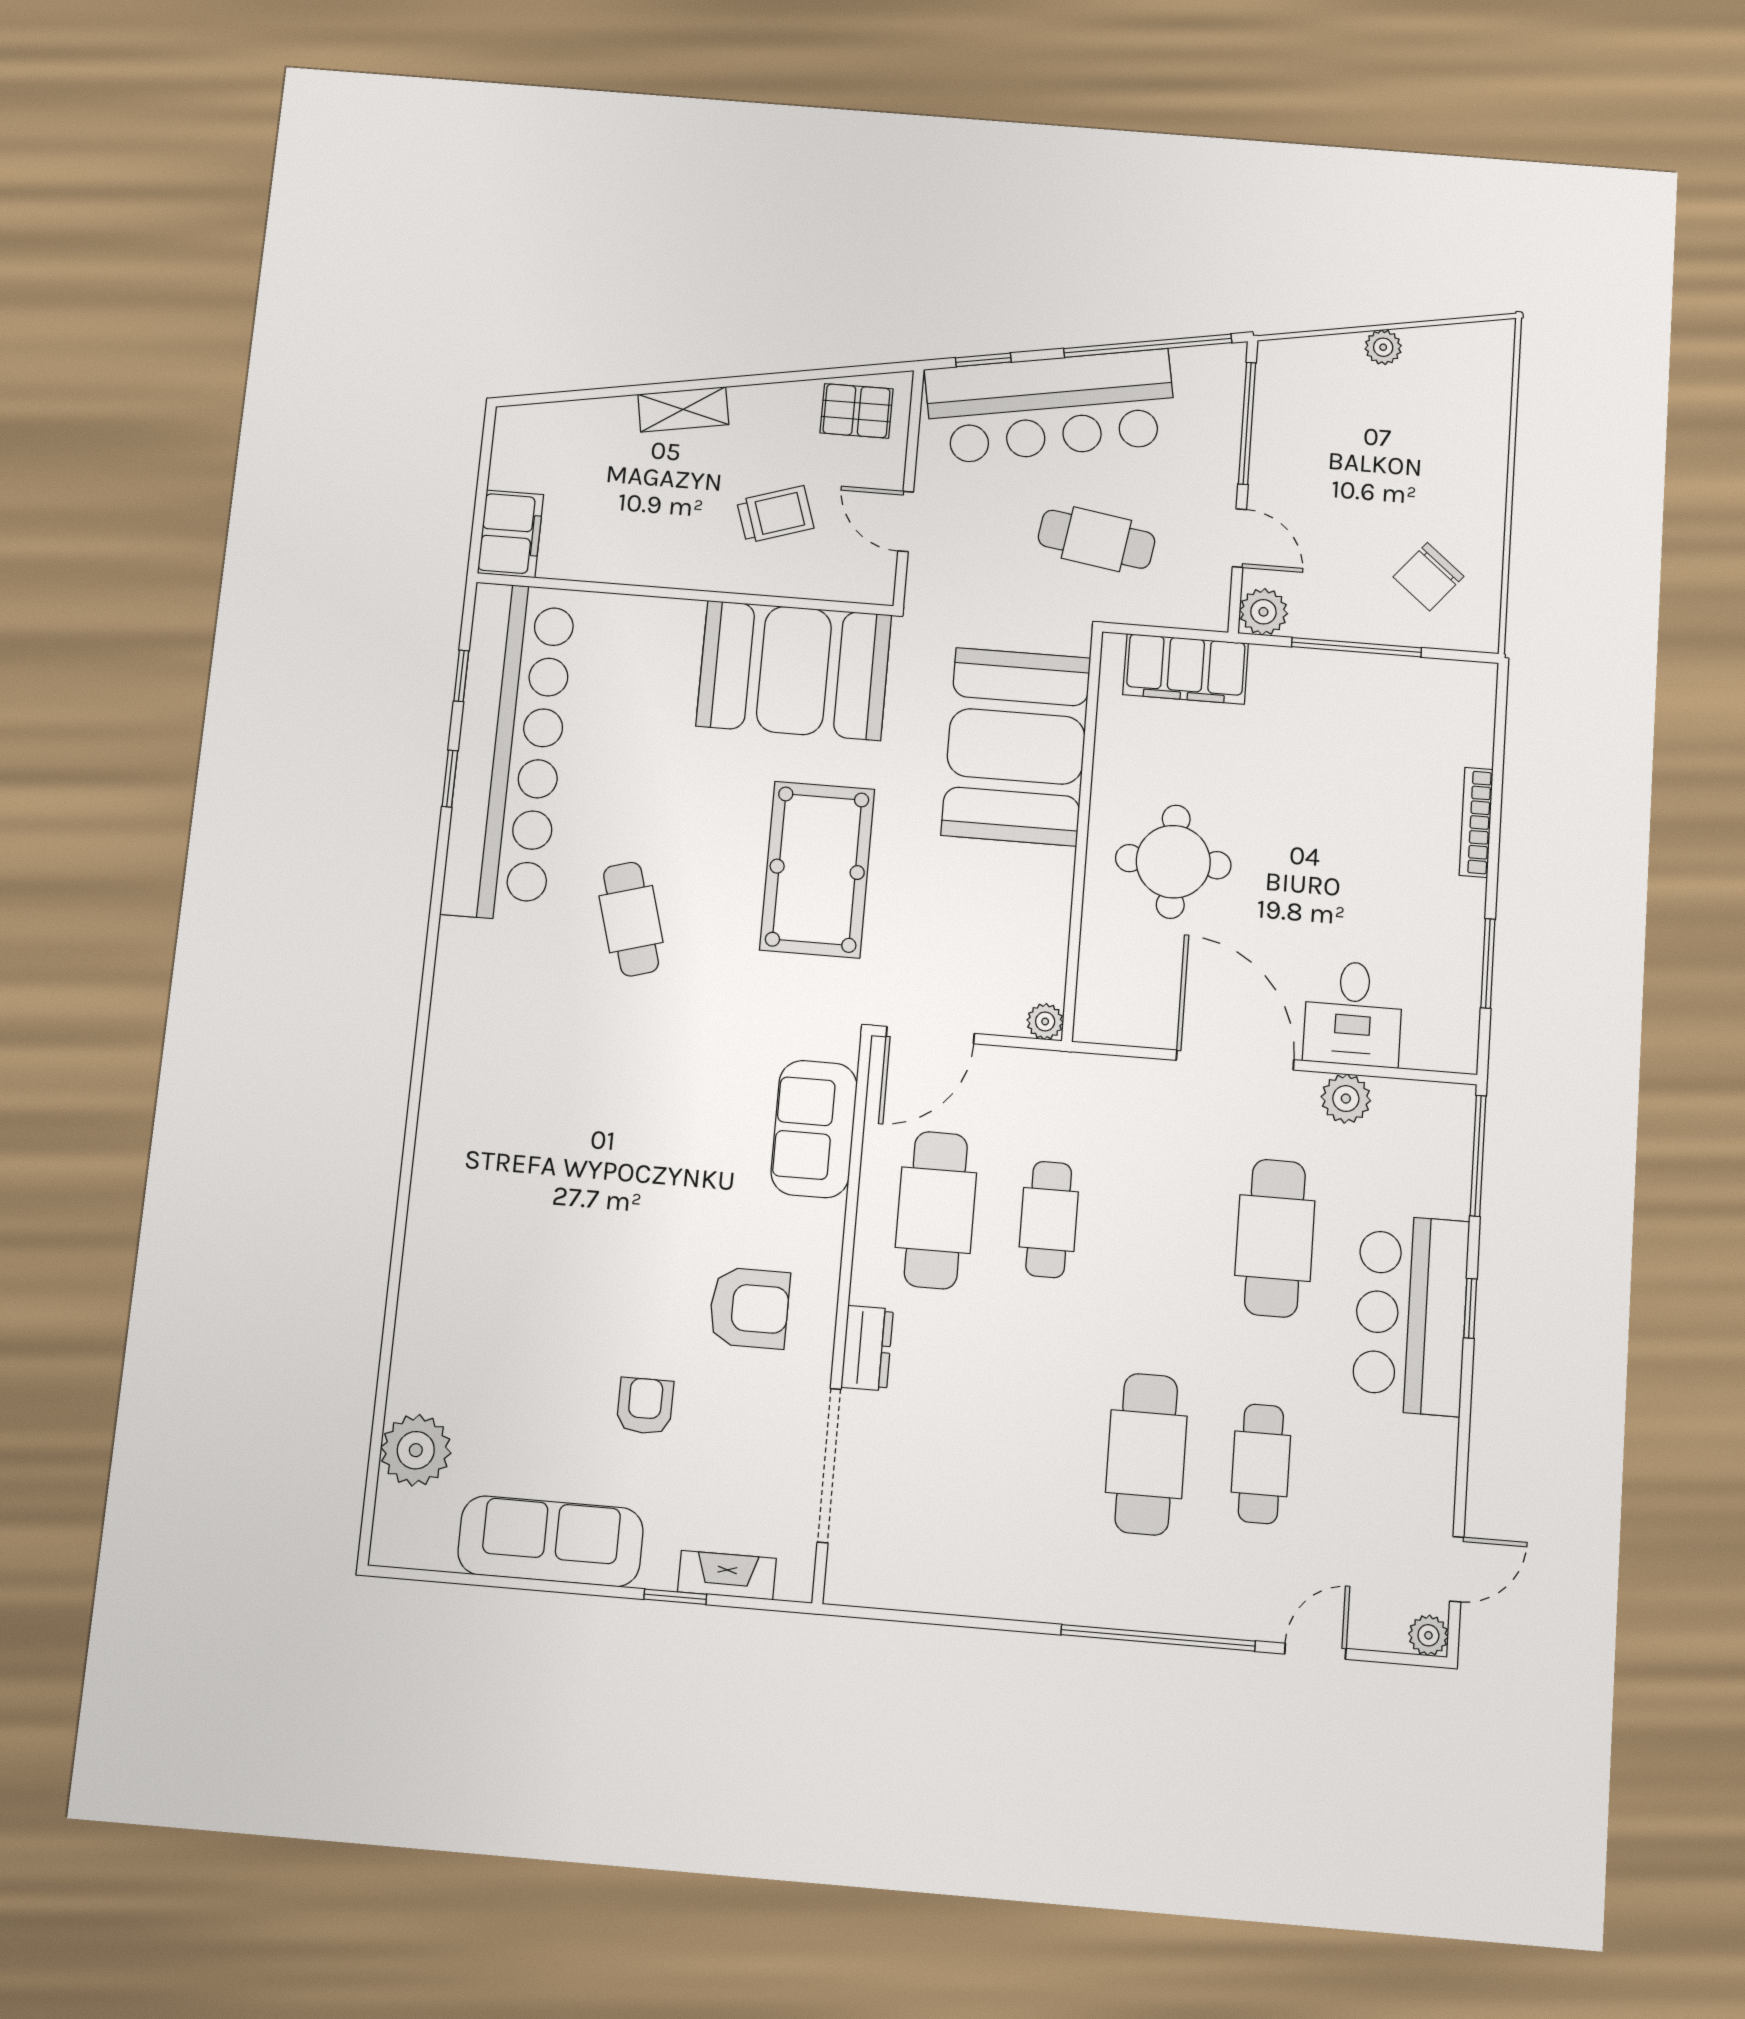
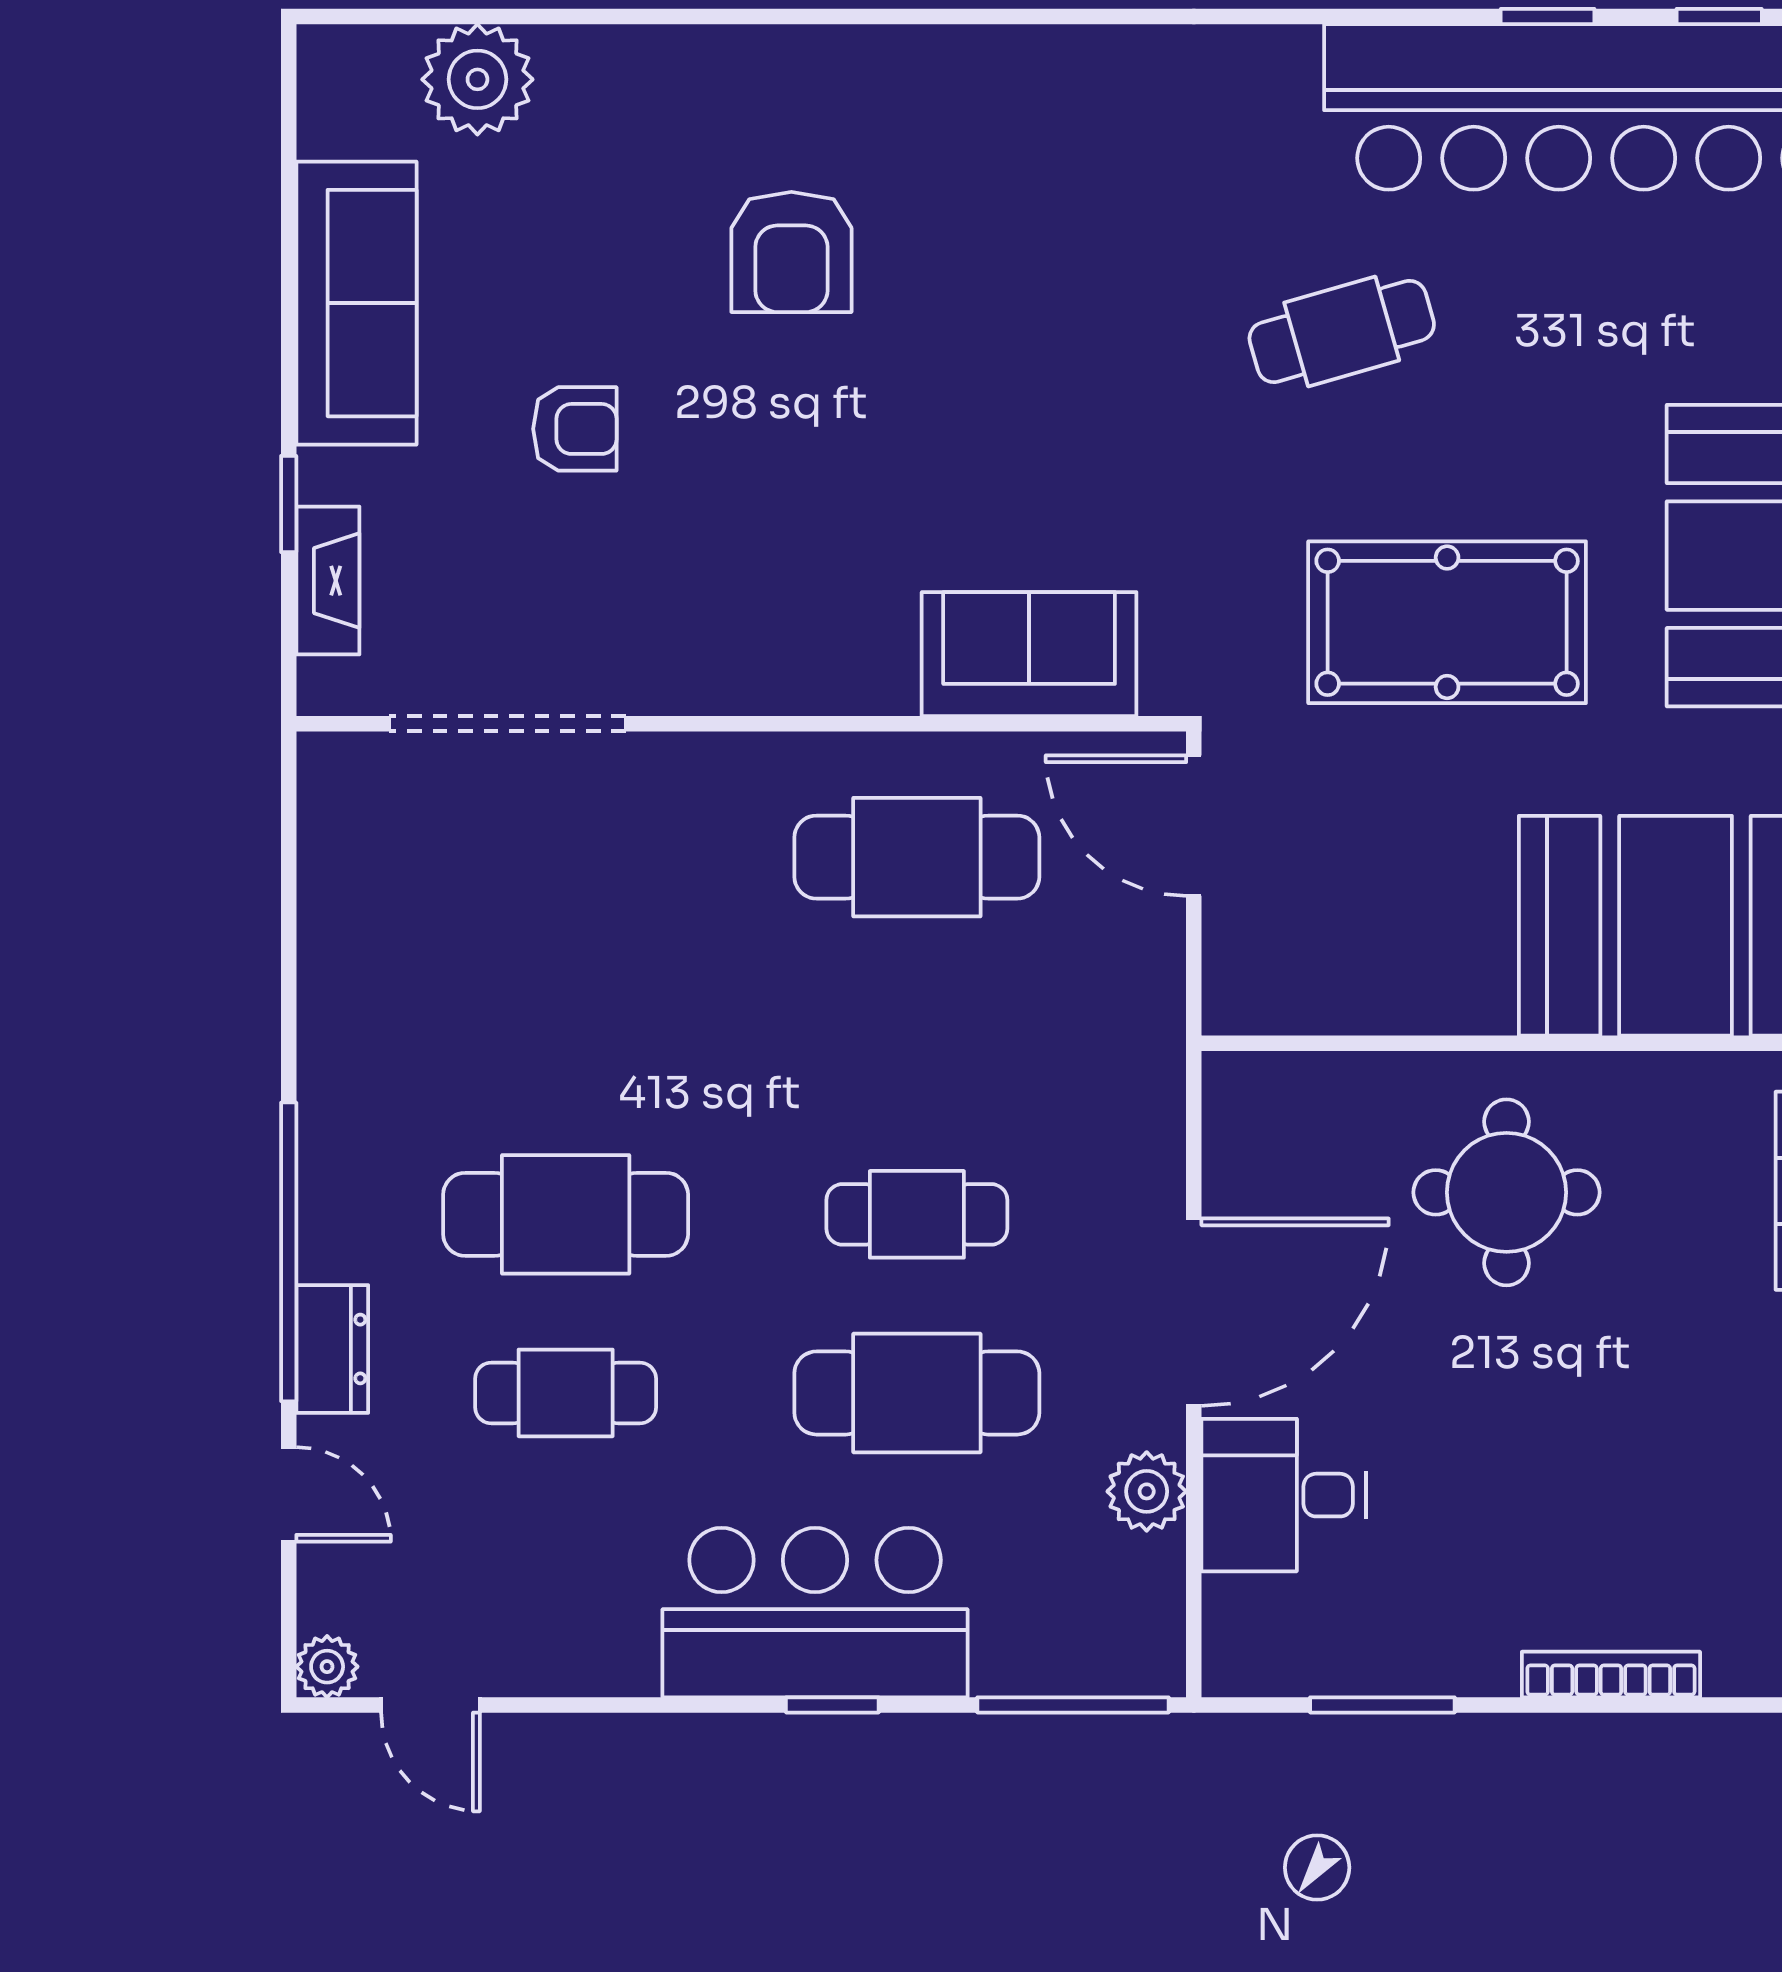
plant: (1045, 1021) -> (1231, 1006), removed
cafe table: (1049, 1219) -> (917, 1214), moved
armchair: (749, 1308) -> (791, 252), moved
dresser: (867, 1348) -> (332, 1349), moved, turned -90

